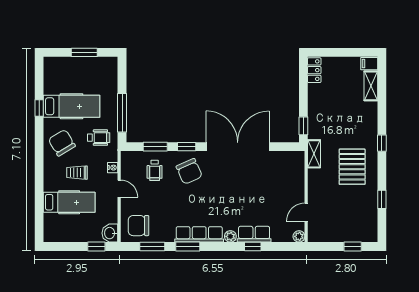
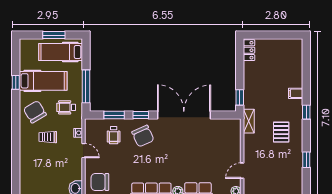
filing cabinet: (369, 64) -> (296, 93), moved
shelving: (371, 86) -> (297, 64), removed
wheelchair: (99, 138) -> (66, 107), turned 180
pallet: (352, 167) -> (281, 132), width x0.67, depth x0.71
hospital bed: (69, 202) -> (61, 52), moved, turned 180

